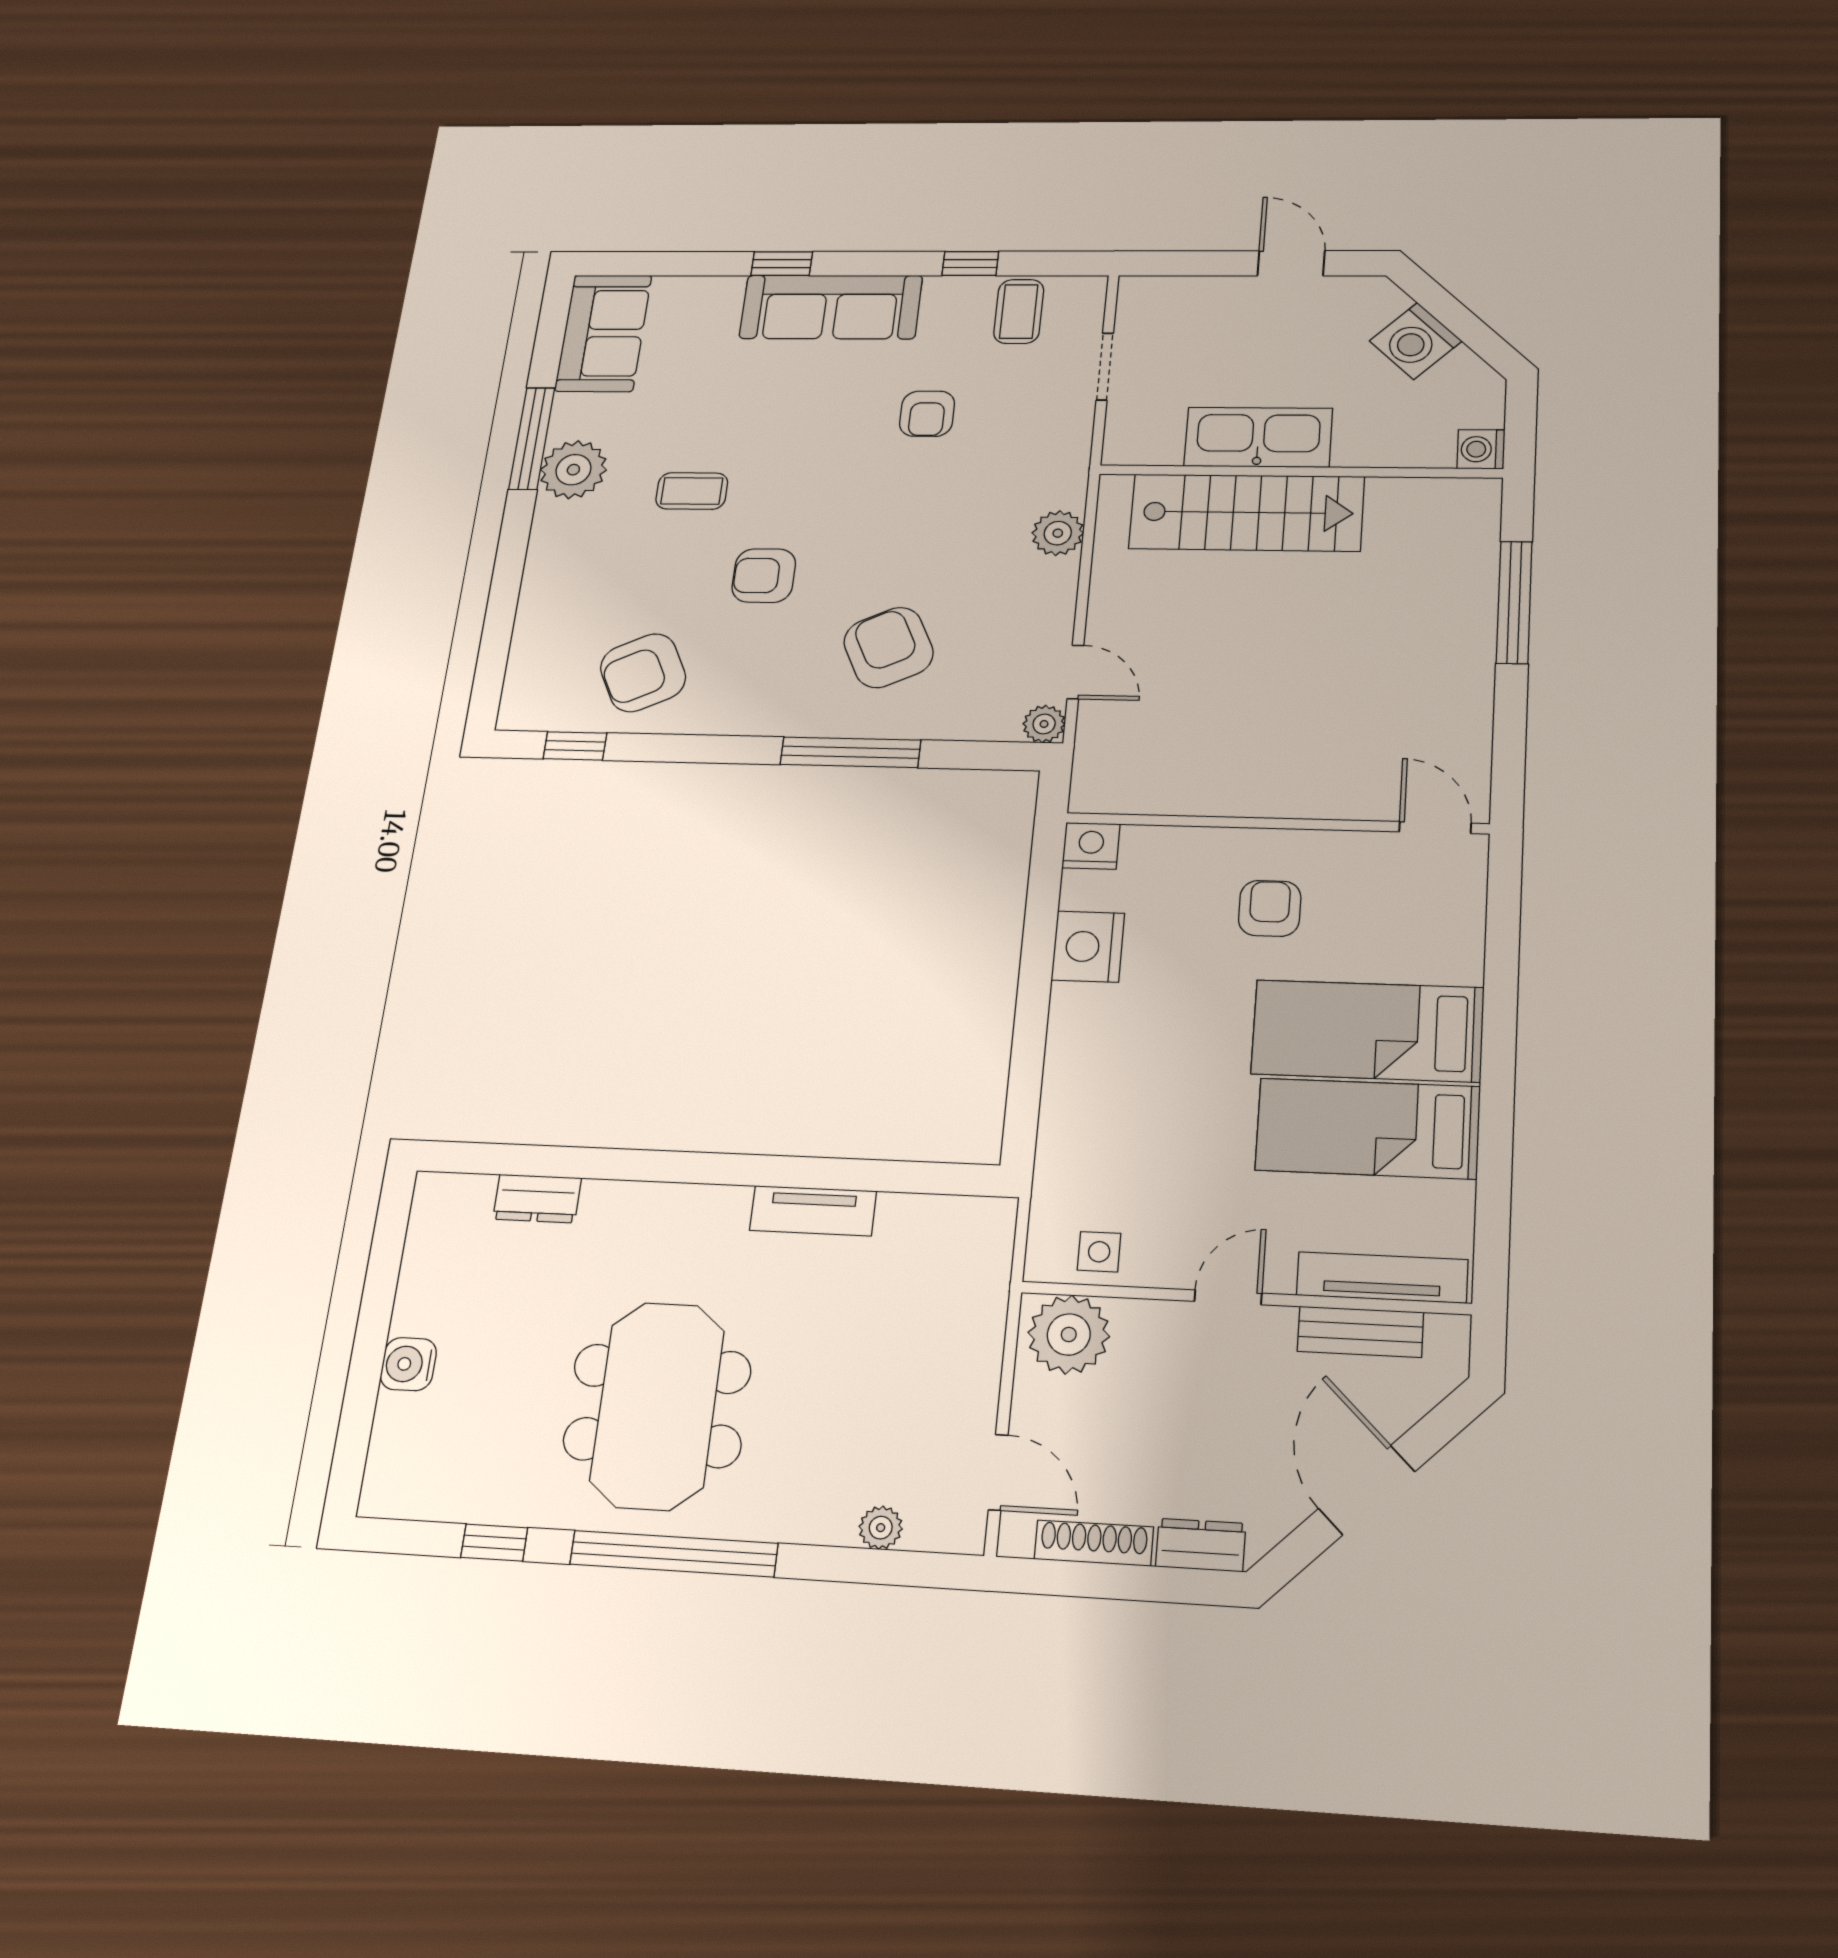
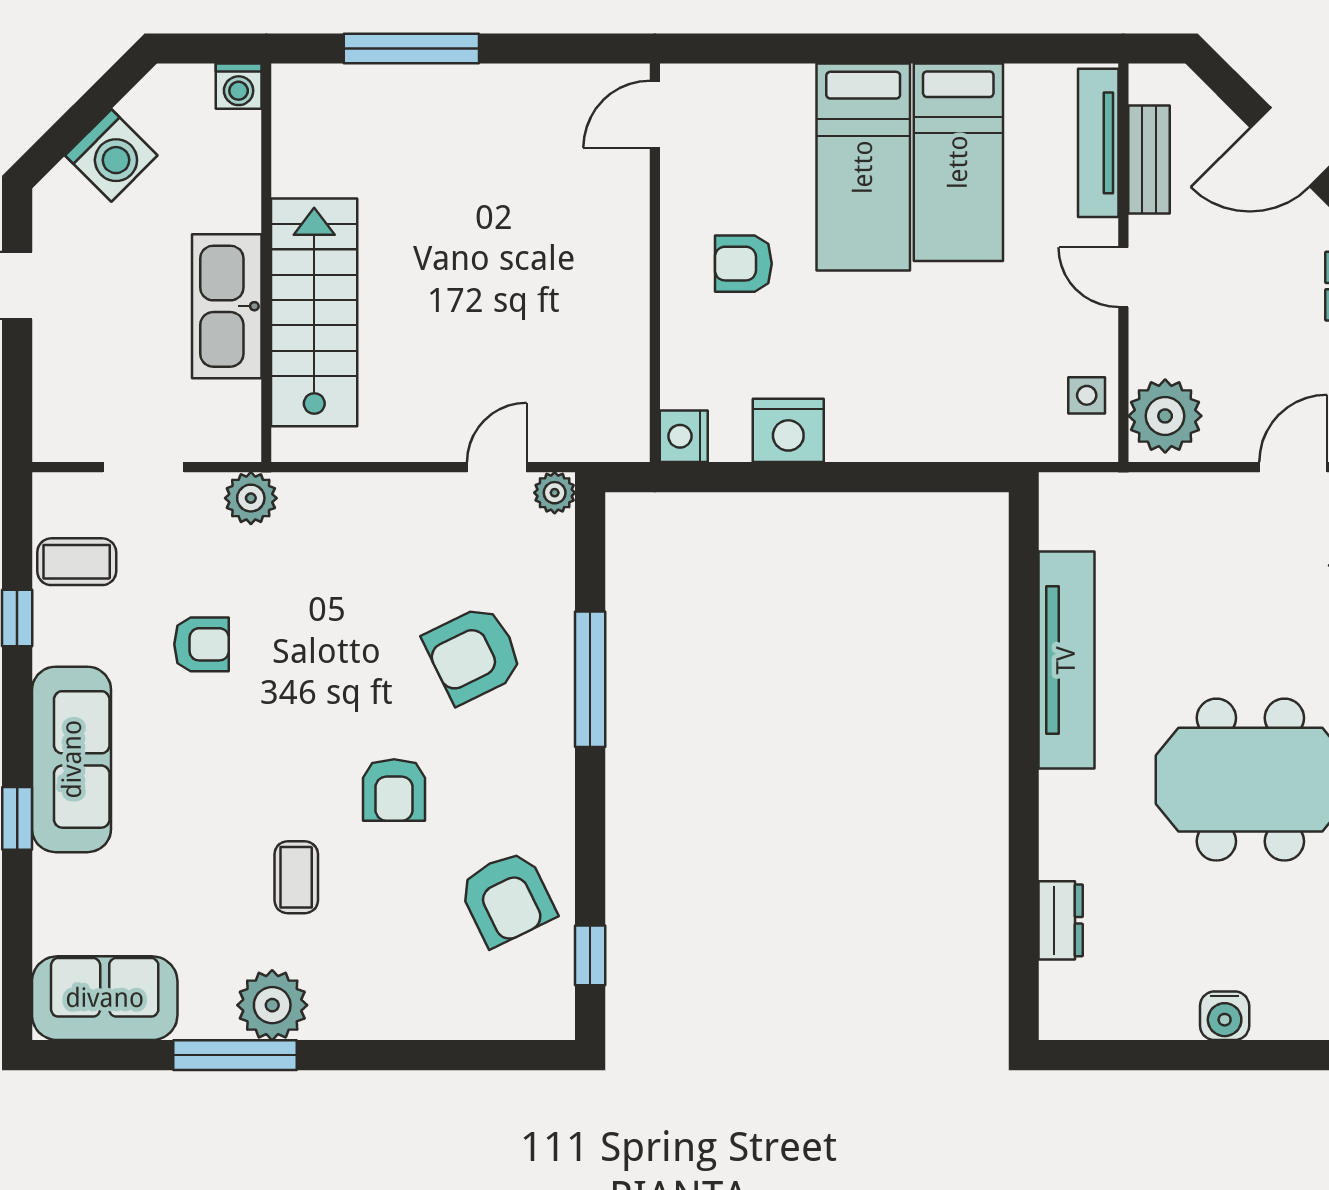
plant: (1058, 533) -> (251, 498), moved
tv unit: (813, 1211) -> (1066, 660), width x1.92, depth x1.29

